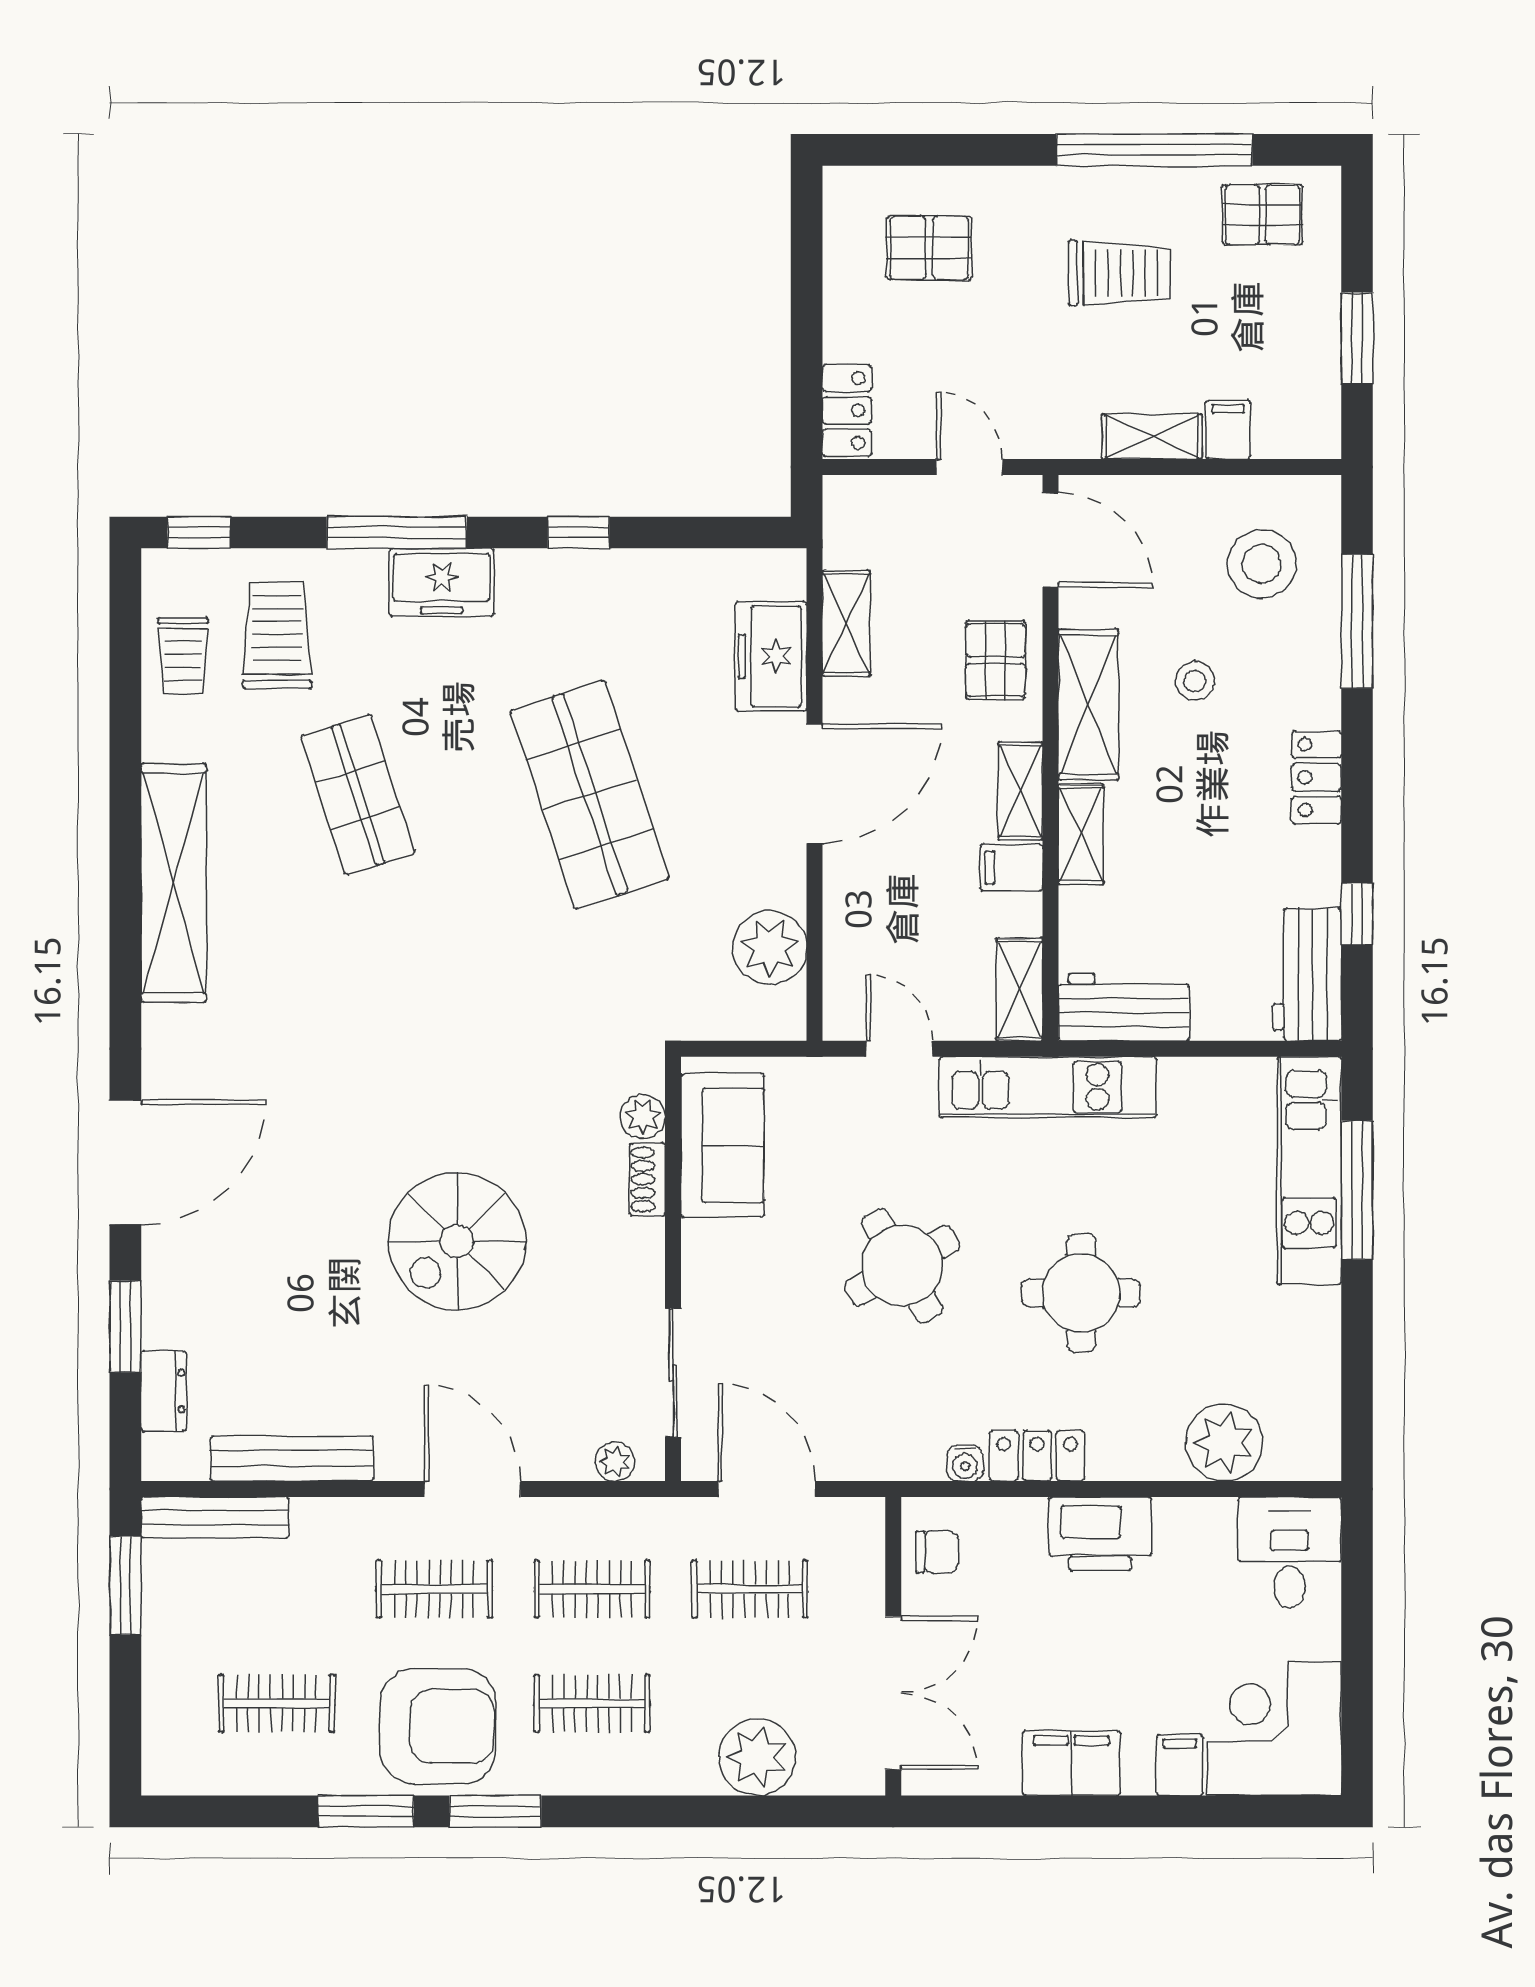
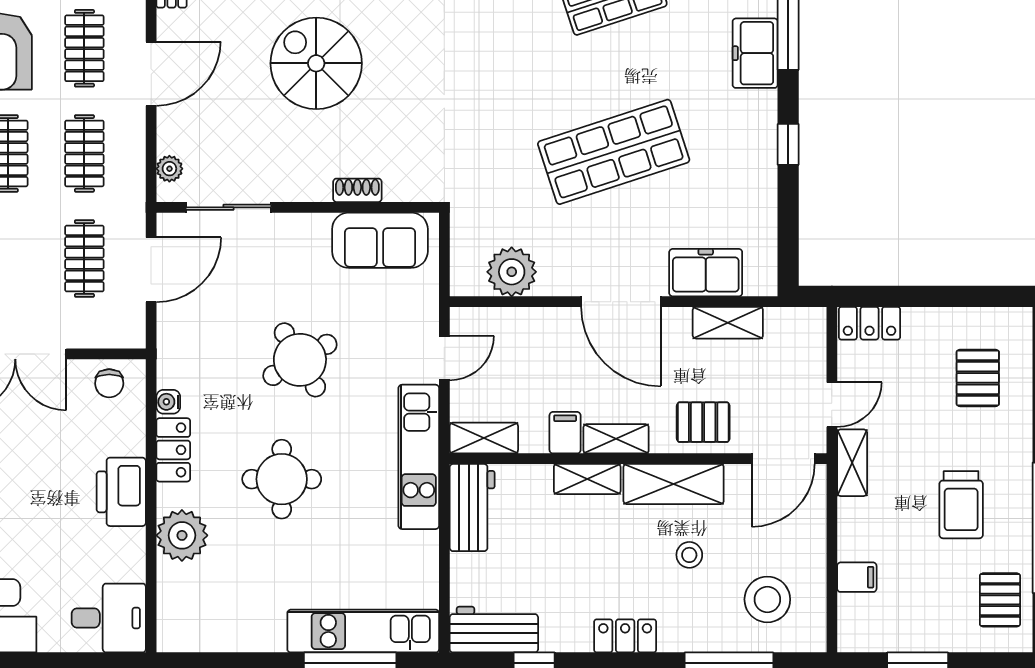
shelving: (1152, 437) -> (852, 463), moved
plant: (643, 1116) -> (399, 187), removed
plant: (1224, 1443) -> (182, 535), moved

